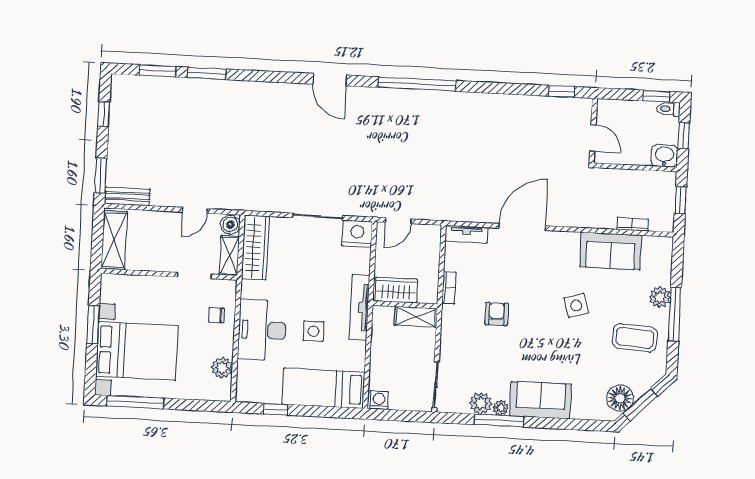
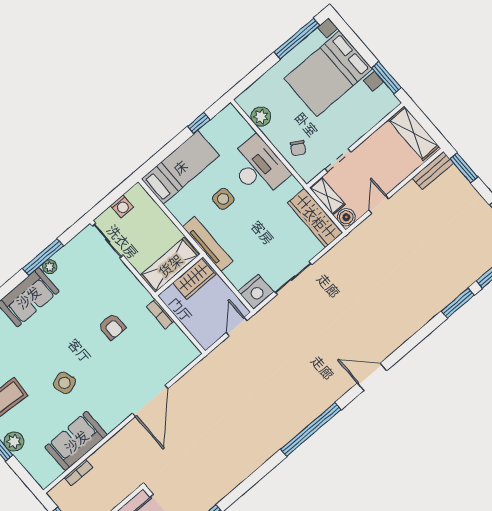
tv unit: (466, 234) -> (183, 361), removed
chair: (216, 315) -> (298, 148), turned 120
shelving: (416, 317) -> (170, 265), width x1.50, depth x1.33
window: (93, 324) -> (386, 78), moved
washing machine: (379, 400) -> (122, 206), moved
plant: (481, 403) -> (66, 257), removed

